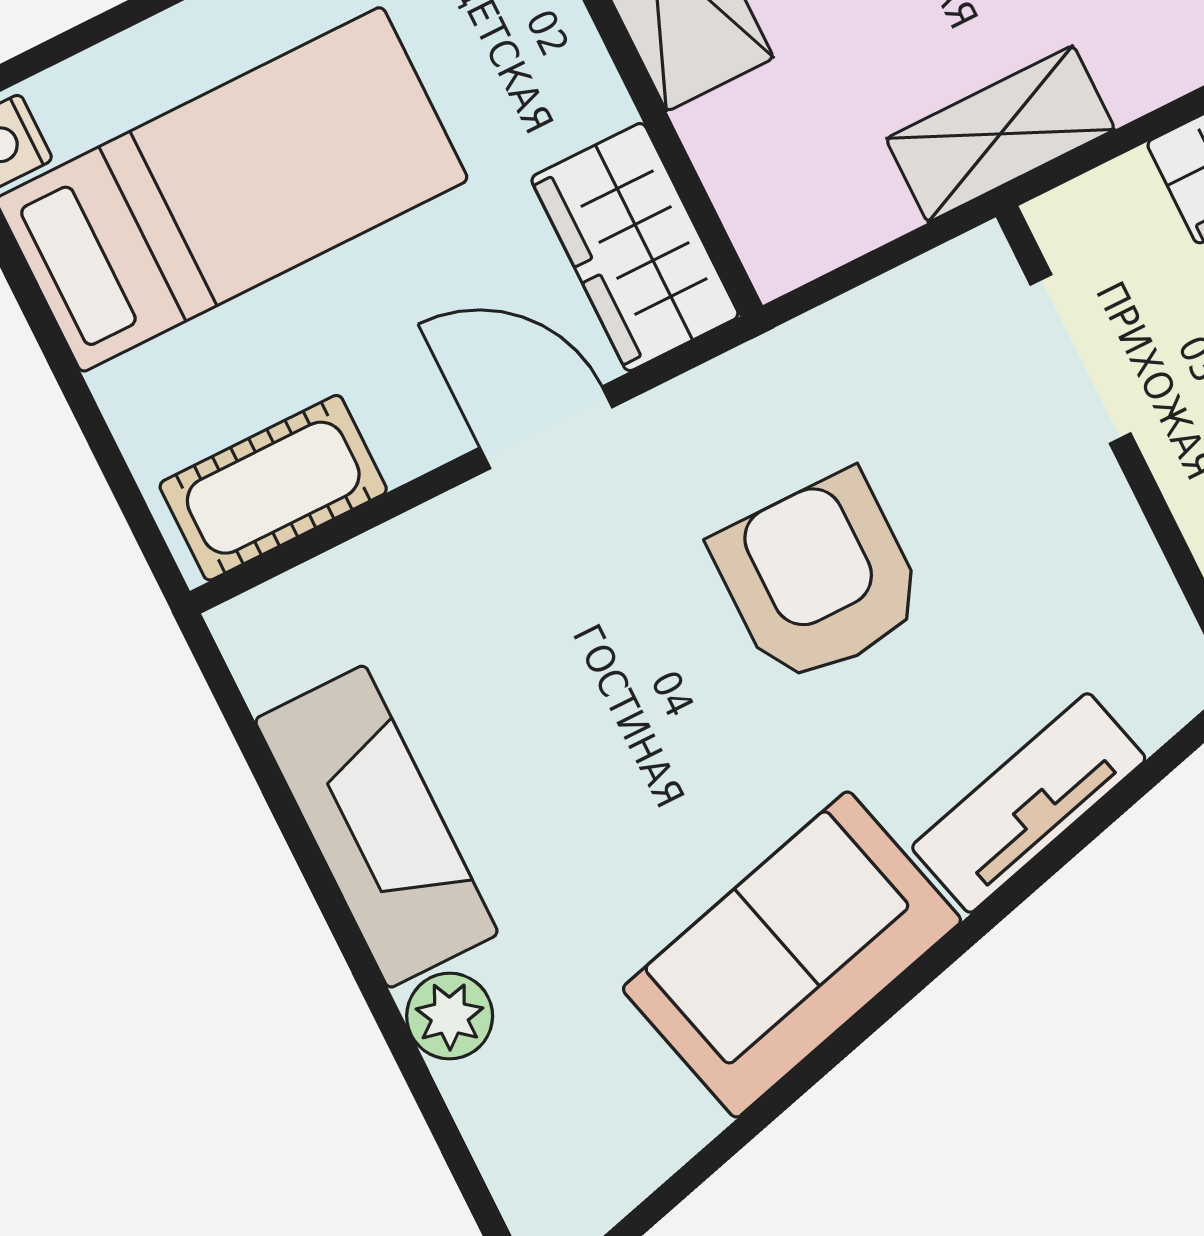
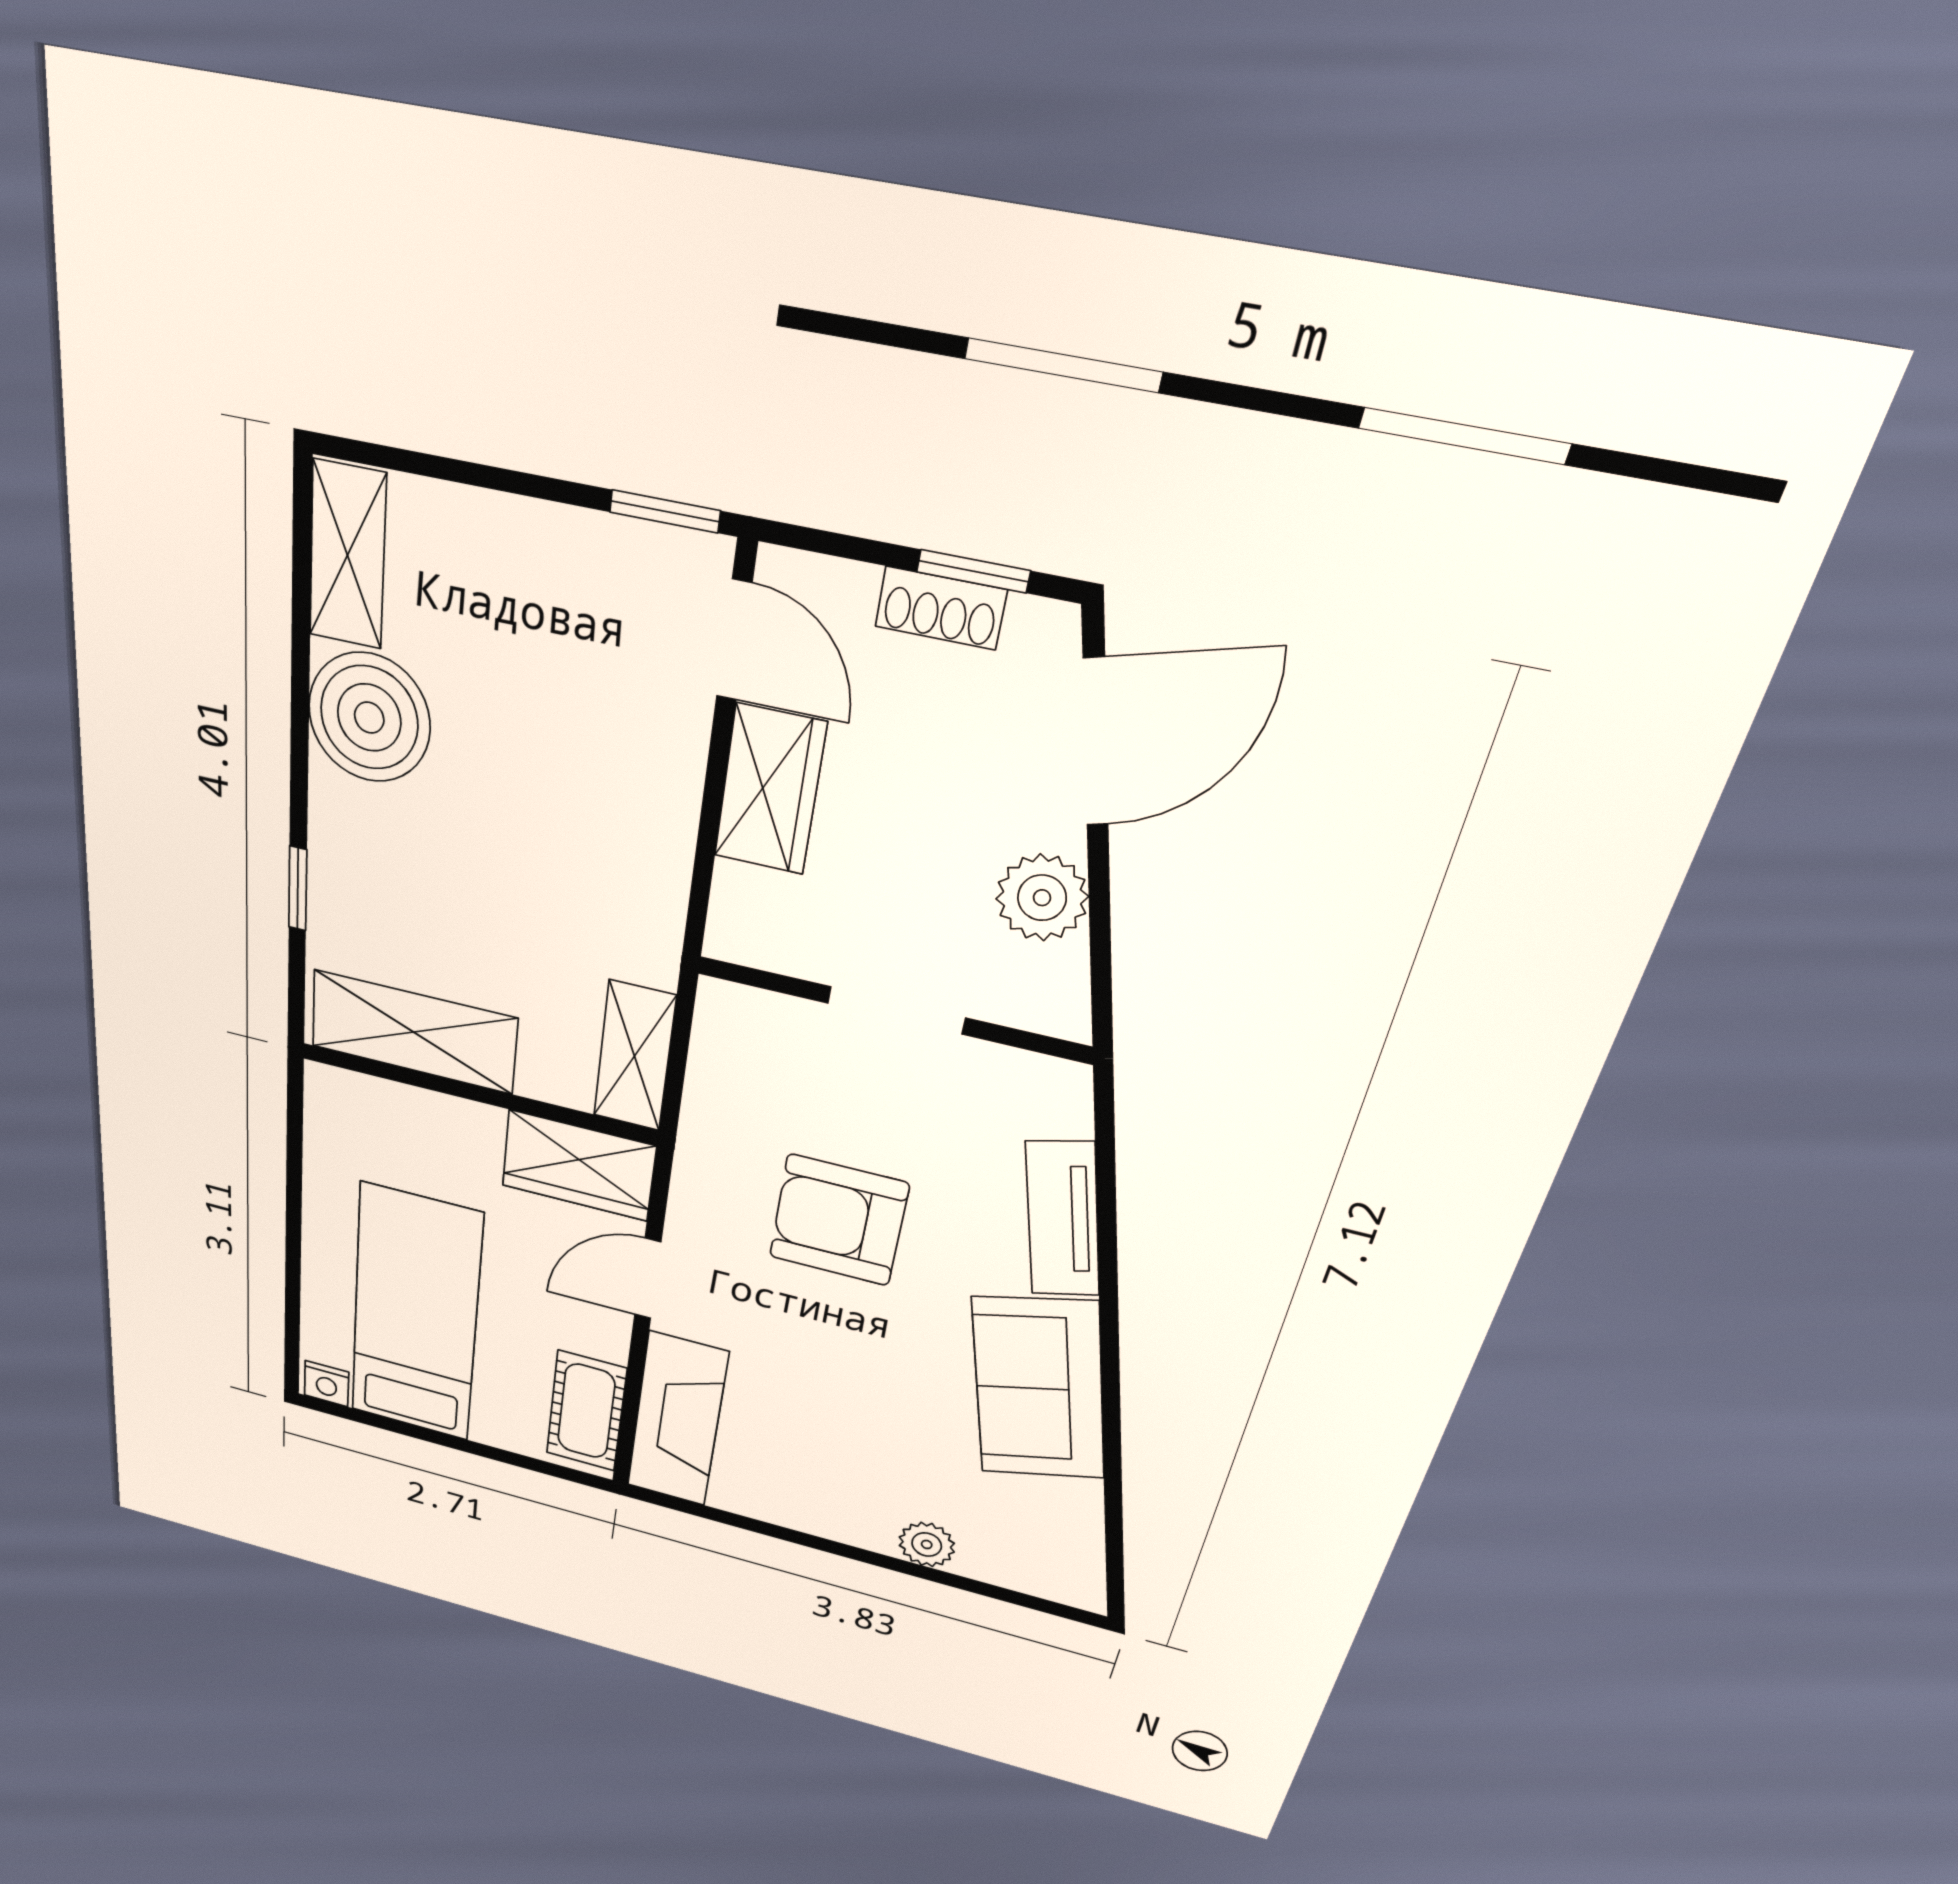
shelving: (1000, 134) -> (634, 1056), moved
doorway: (1081, 359) -> (896, 1010), moved
fireplace: (377, 827) -> (677, 1420), moved, turned 90

